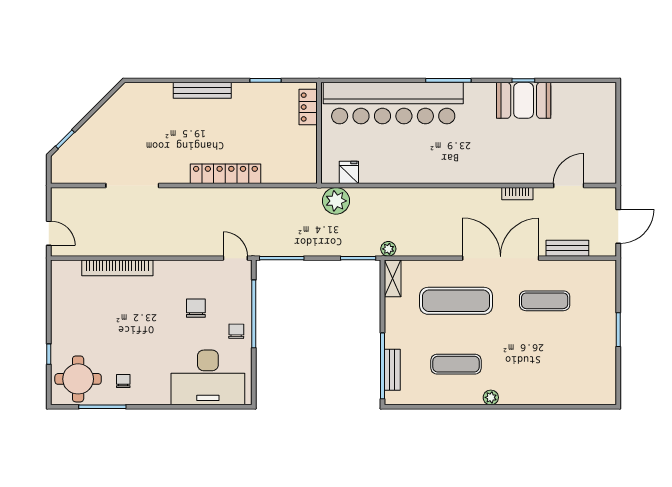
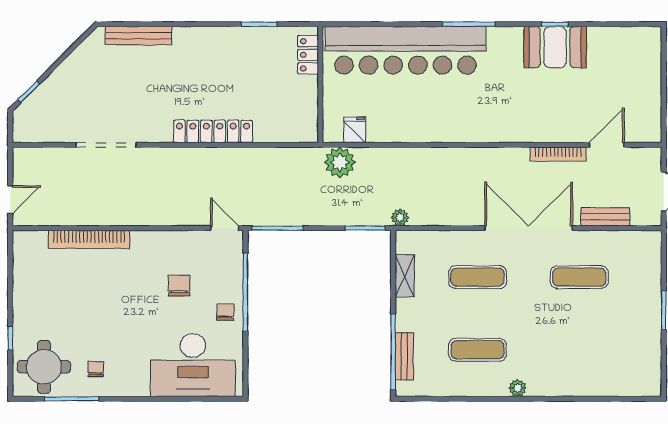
bench: (202, 90) -> (139, 36), moved
bookcase: (517, 194) -> (558, 154), width x1.56
door: (49, 233) -> (10, 200), hinge flipped
shelving: (393, 278) -> (405, 276), moved
exercise mat: (456, 301) -> (478, 277), width x0.73, depth x0.69

